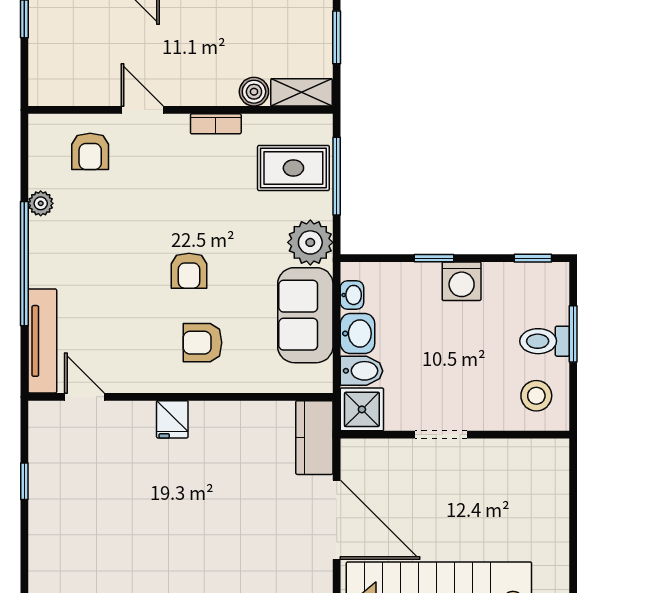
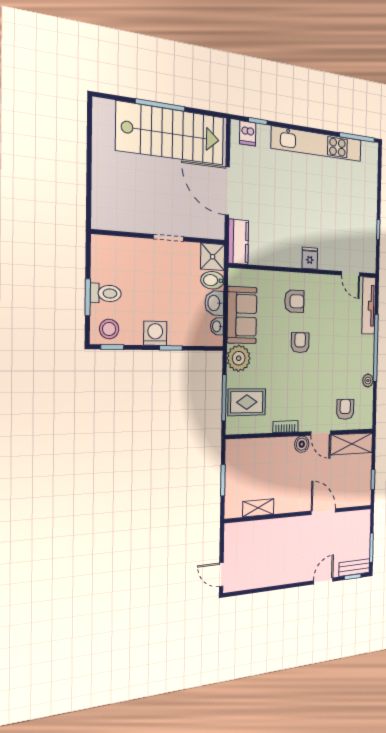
boiler: (254, 92) -> (302, 444), moved
shelving: (302, 92) -> (352, 444), moved, width x1.50, depth x1.33
stool: (536, 396) -> (109, 329), moved

